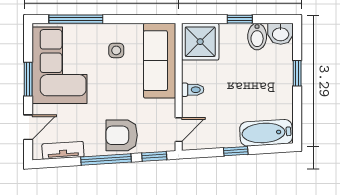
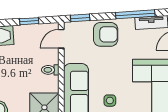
window: (236, 151) -> (29, 21), moved
window: (106, 159) -> (135, 14), moved

